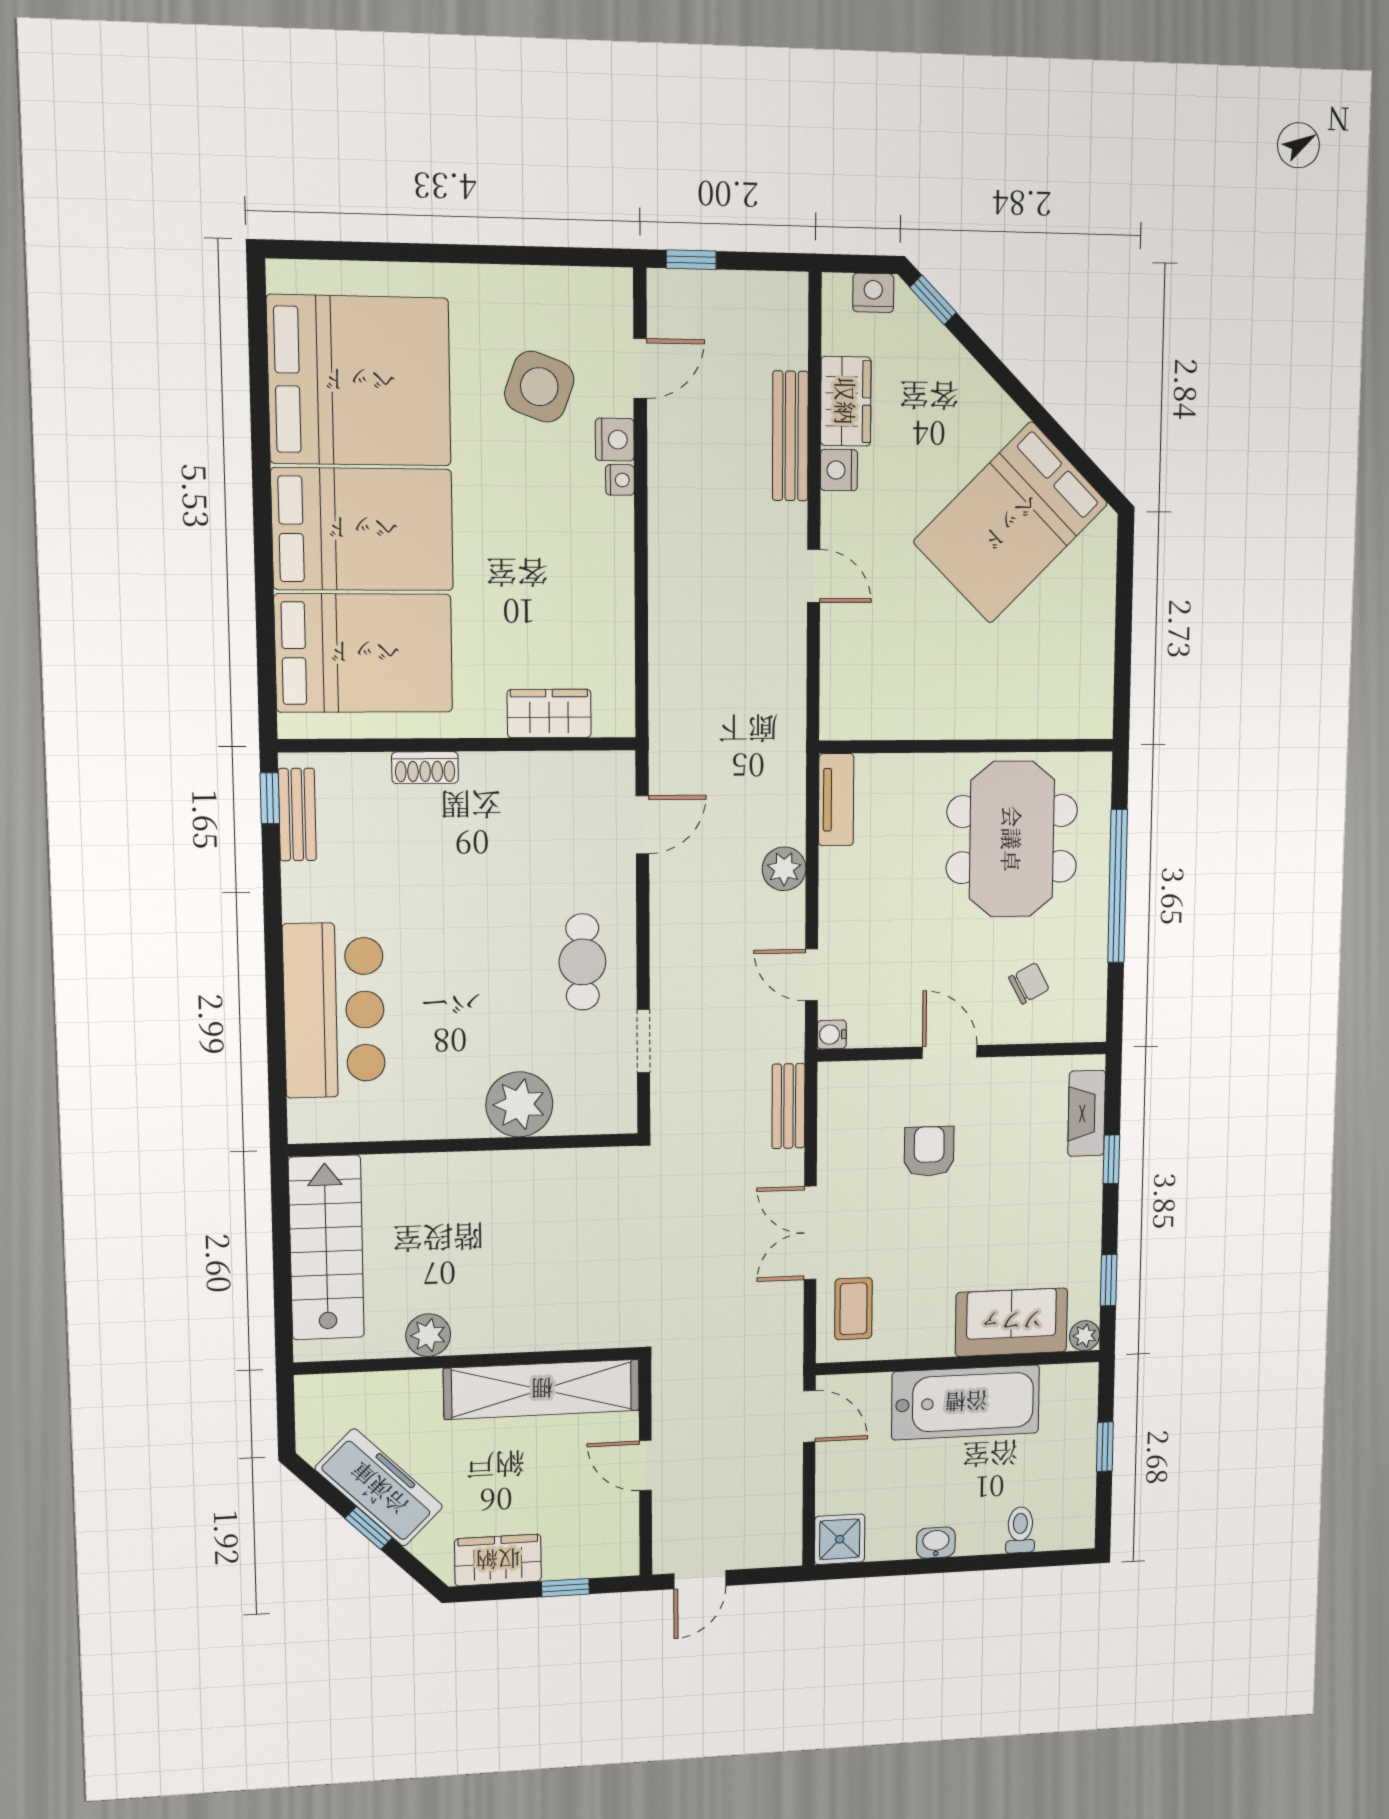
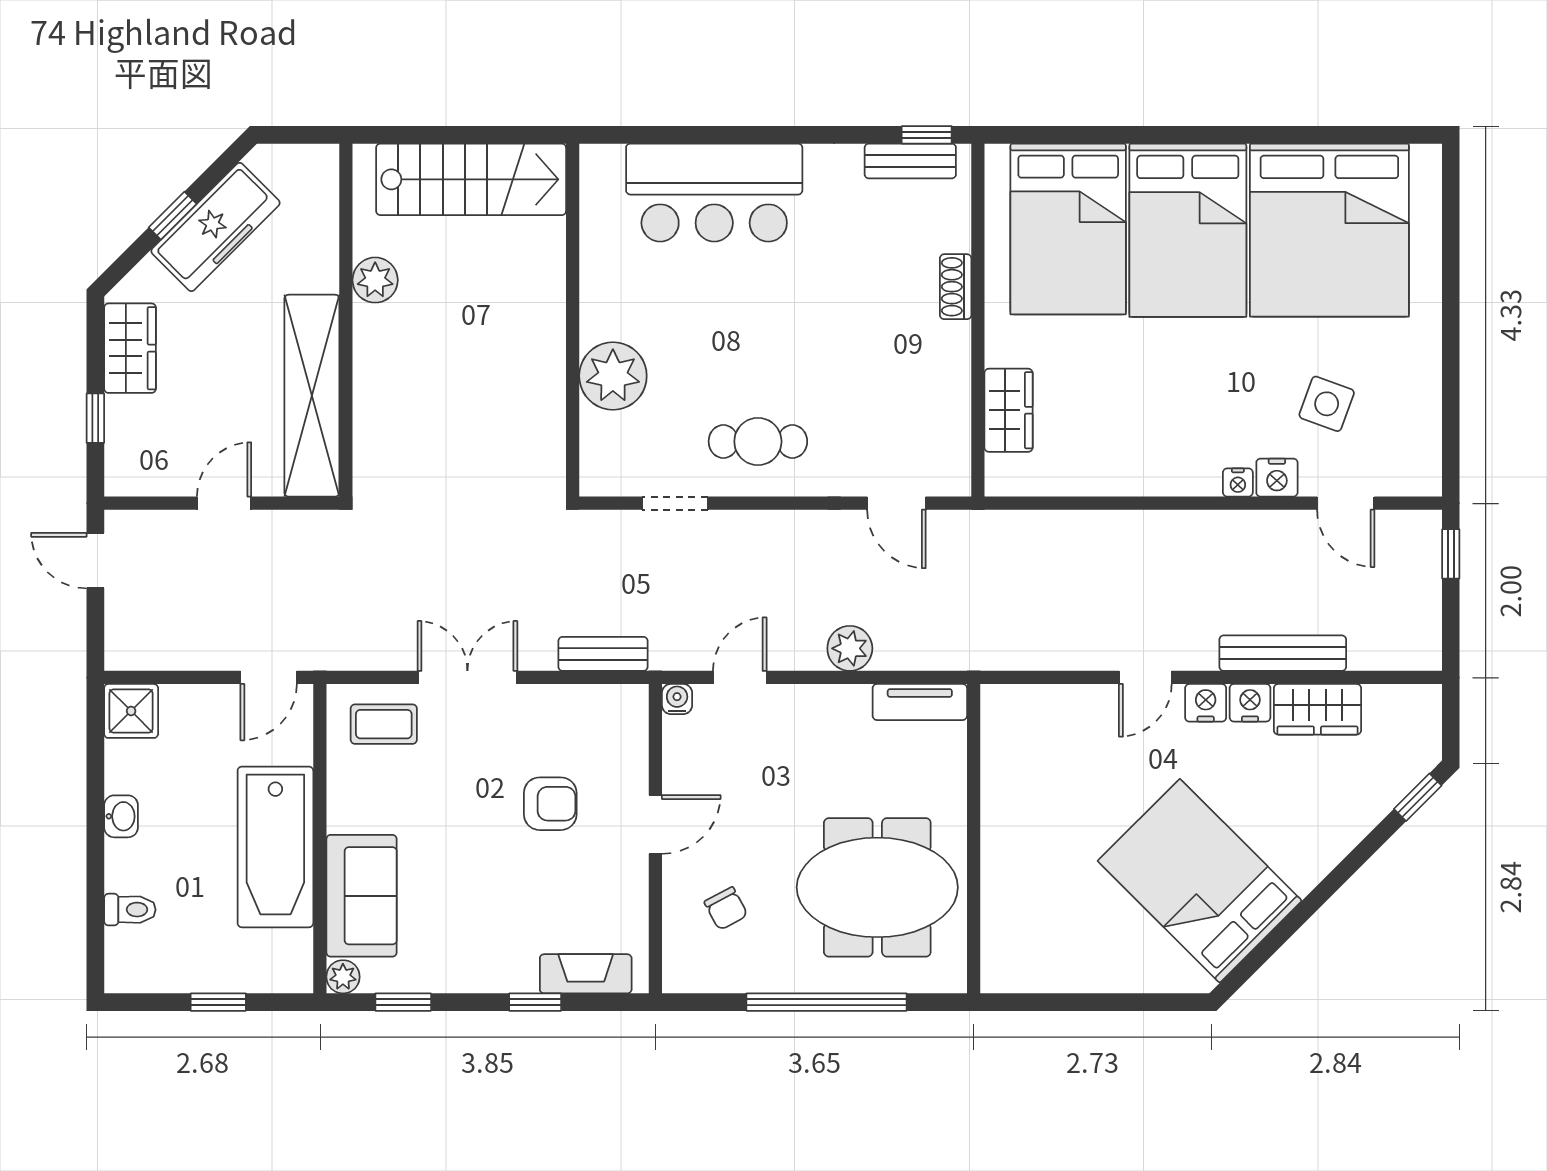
nightstand: (873, 293) -> (1206, 703), moved, turned -90
side table: (539, 387) -> (1327, 404), width x0.73, depth x0.73

